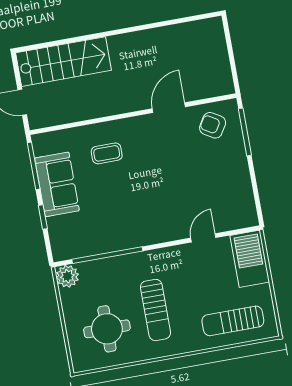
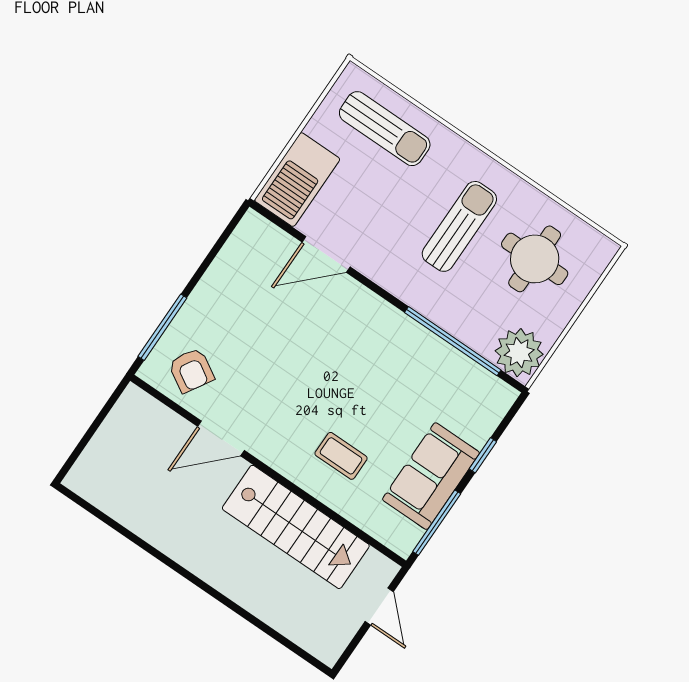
stairs: (64, 62) -> (296, 527), moved, turned 180
door: (203, 238) -> (326, 254), width x1.38
plant: (67, 276) -> (519, 353), width x1.36, depth x1.36

